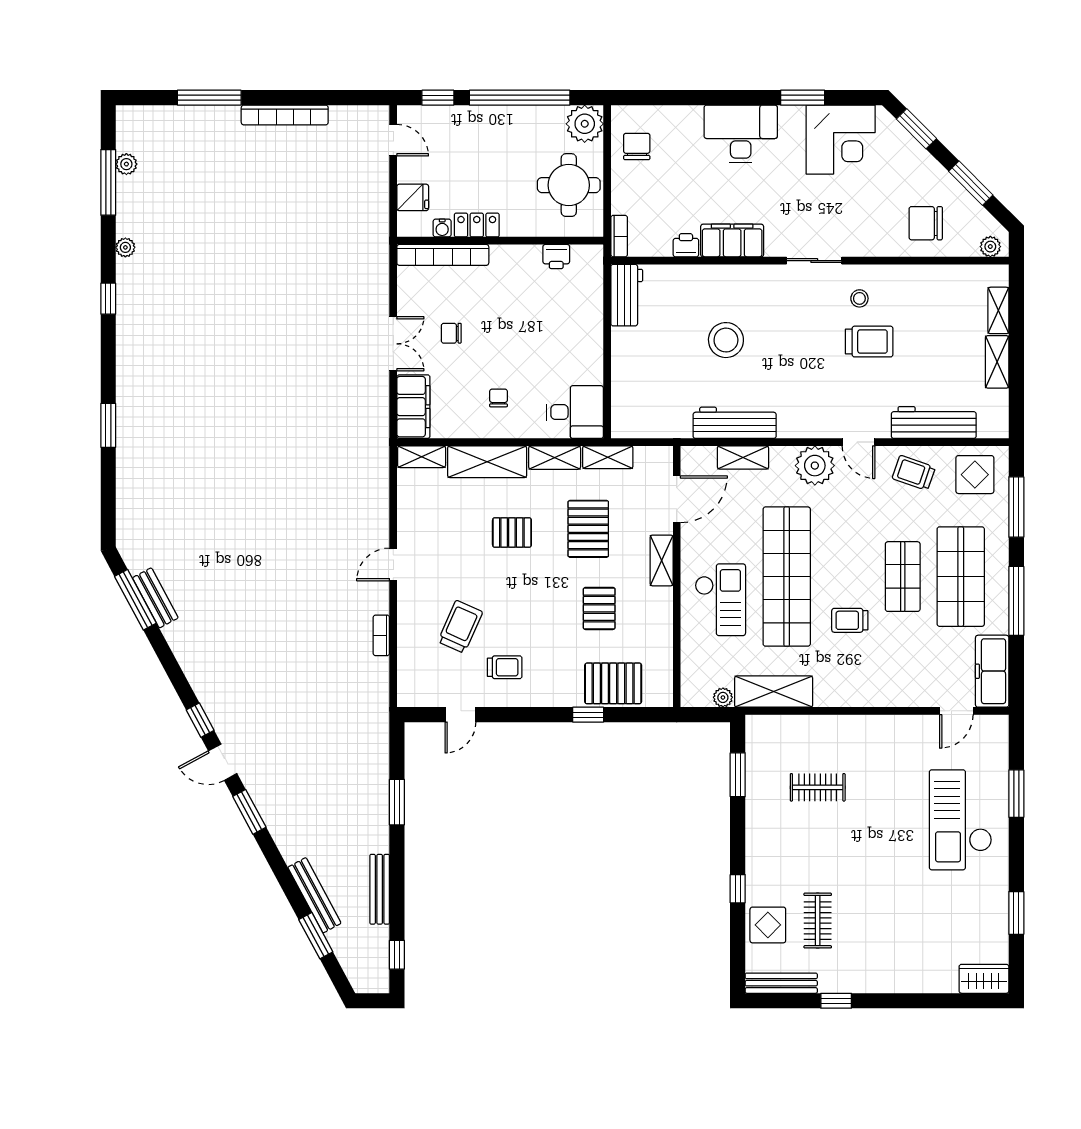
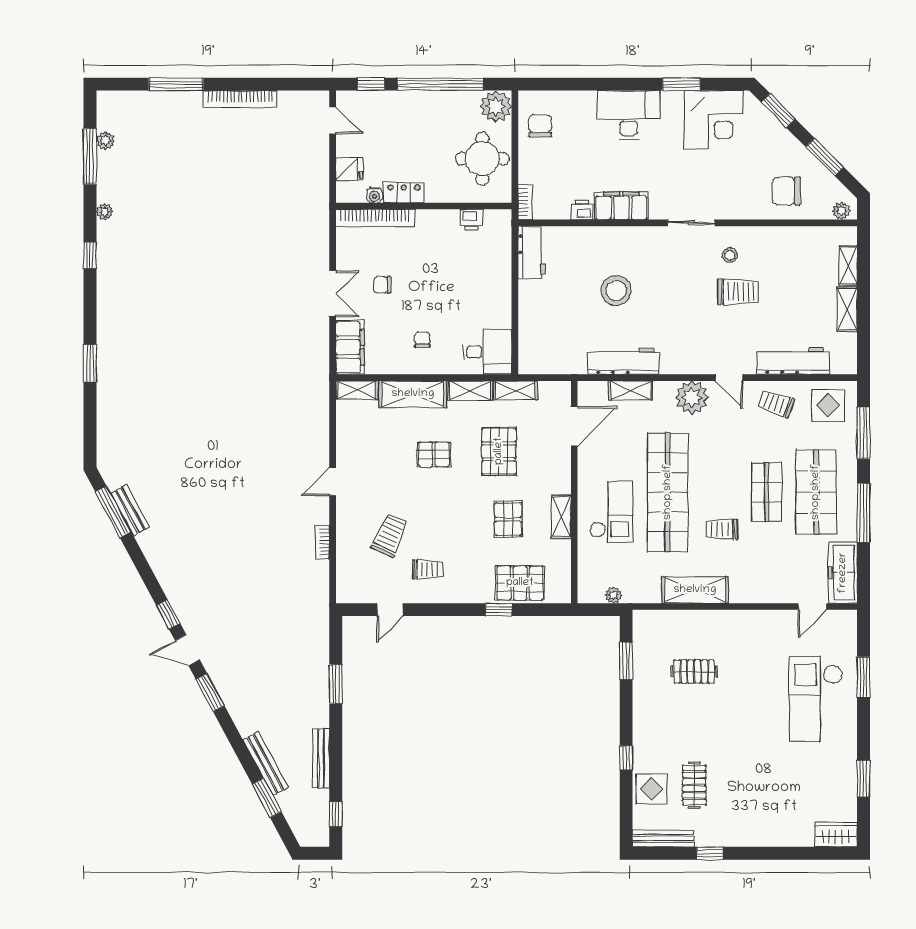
shelving: (662, 560) -> (561, 516), moved
shelving: (774, 692) -> (695, 590), moved

